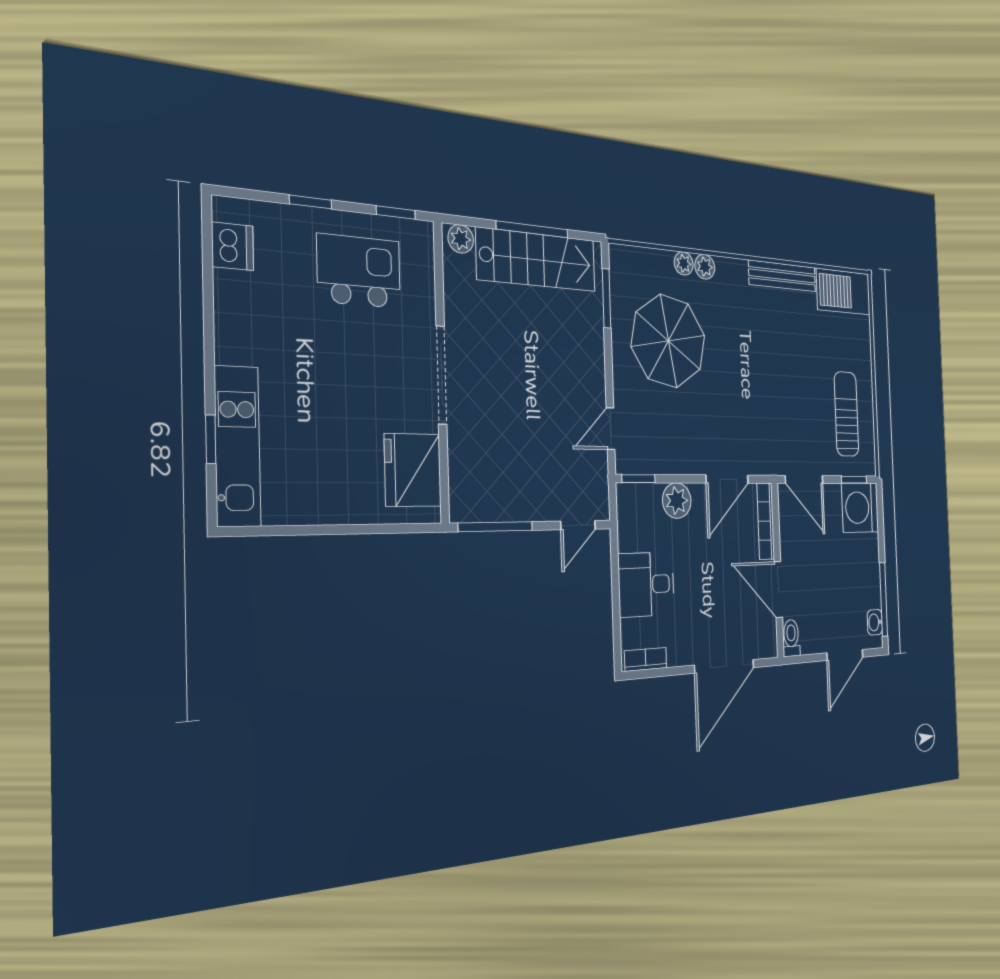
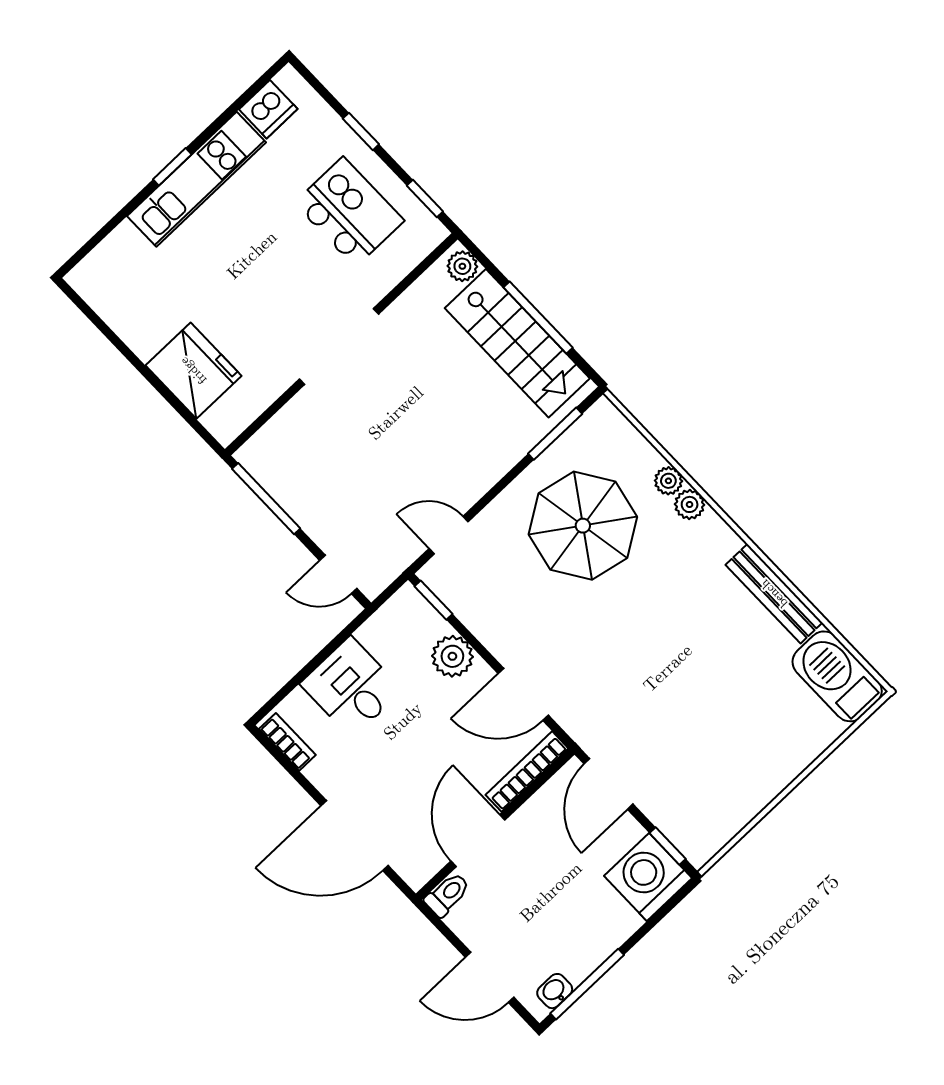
sun lounger: (846, 414) -> (722, 782), removed
window: (211, 439) -> (172, 167), moved
kitchen unit: (238, 446) -> (197, 179), moved
fridge: (413, 470) -> (193, 371), moved, turned 90

